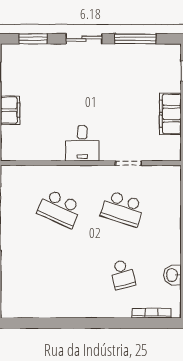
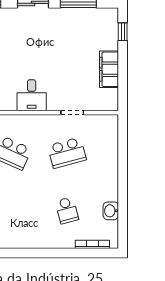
school desk: (122, 209) -> (67, 153), turned -33

